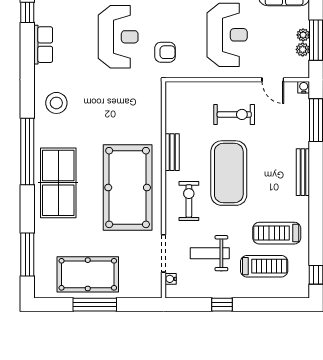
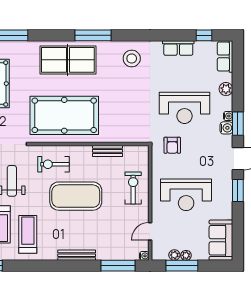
exercise bike: (234, 114) -> (133, 188), moved, turned 180
window: (27, 151) -> (93, 35), width x0.68
bench: (172, 152) -> (107, 151), moved
exercise bike: (189, 201) -> (53, 164), turned 180

